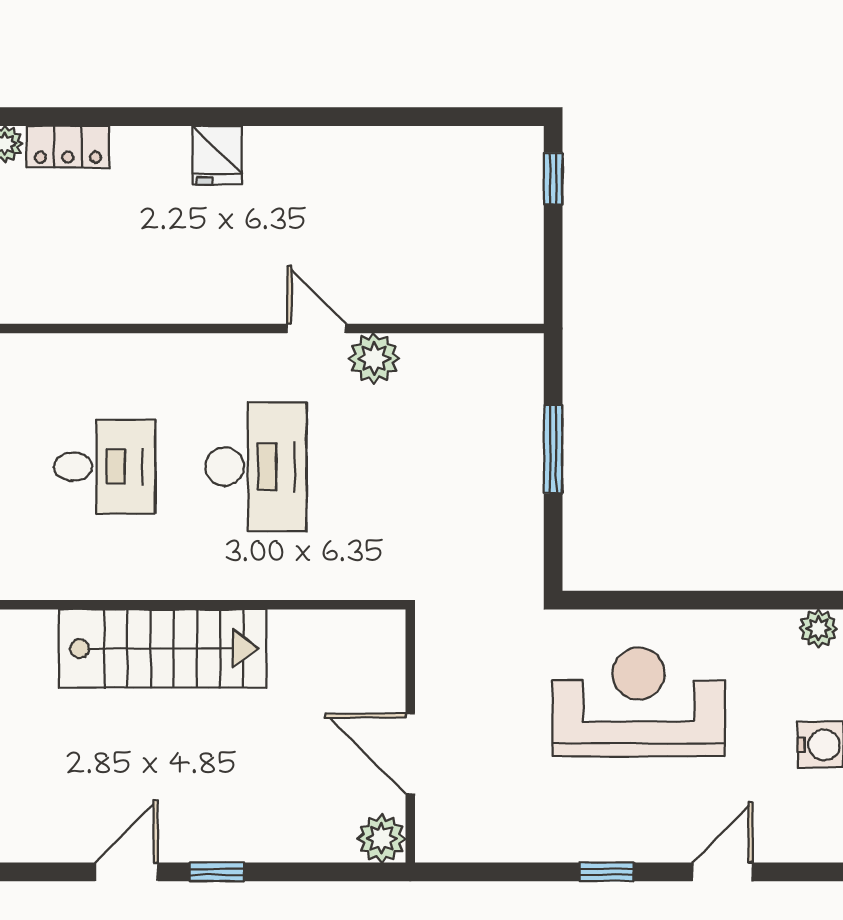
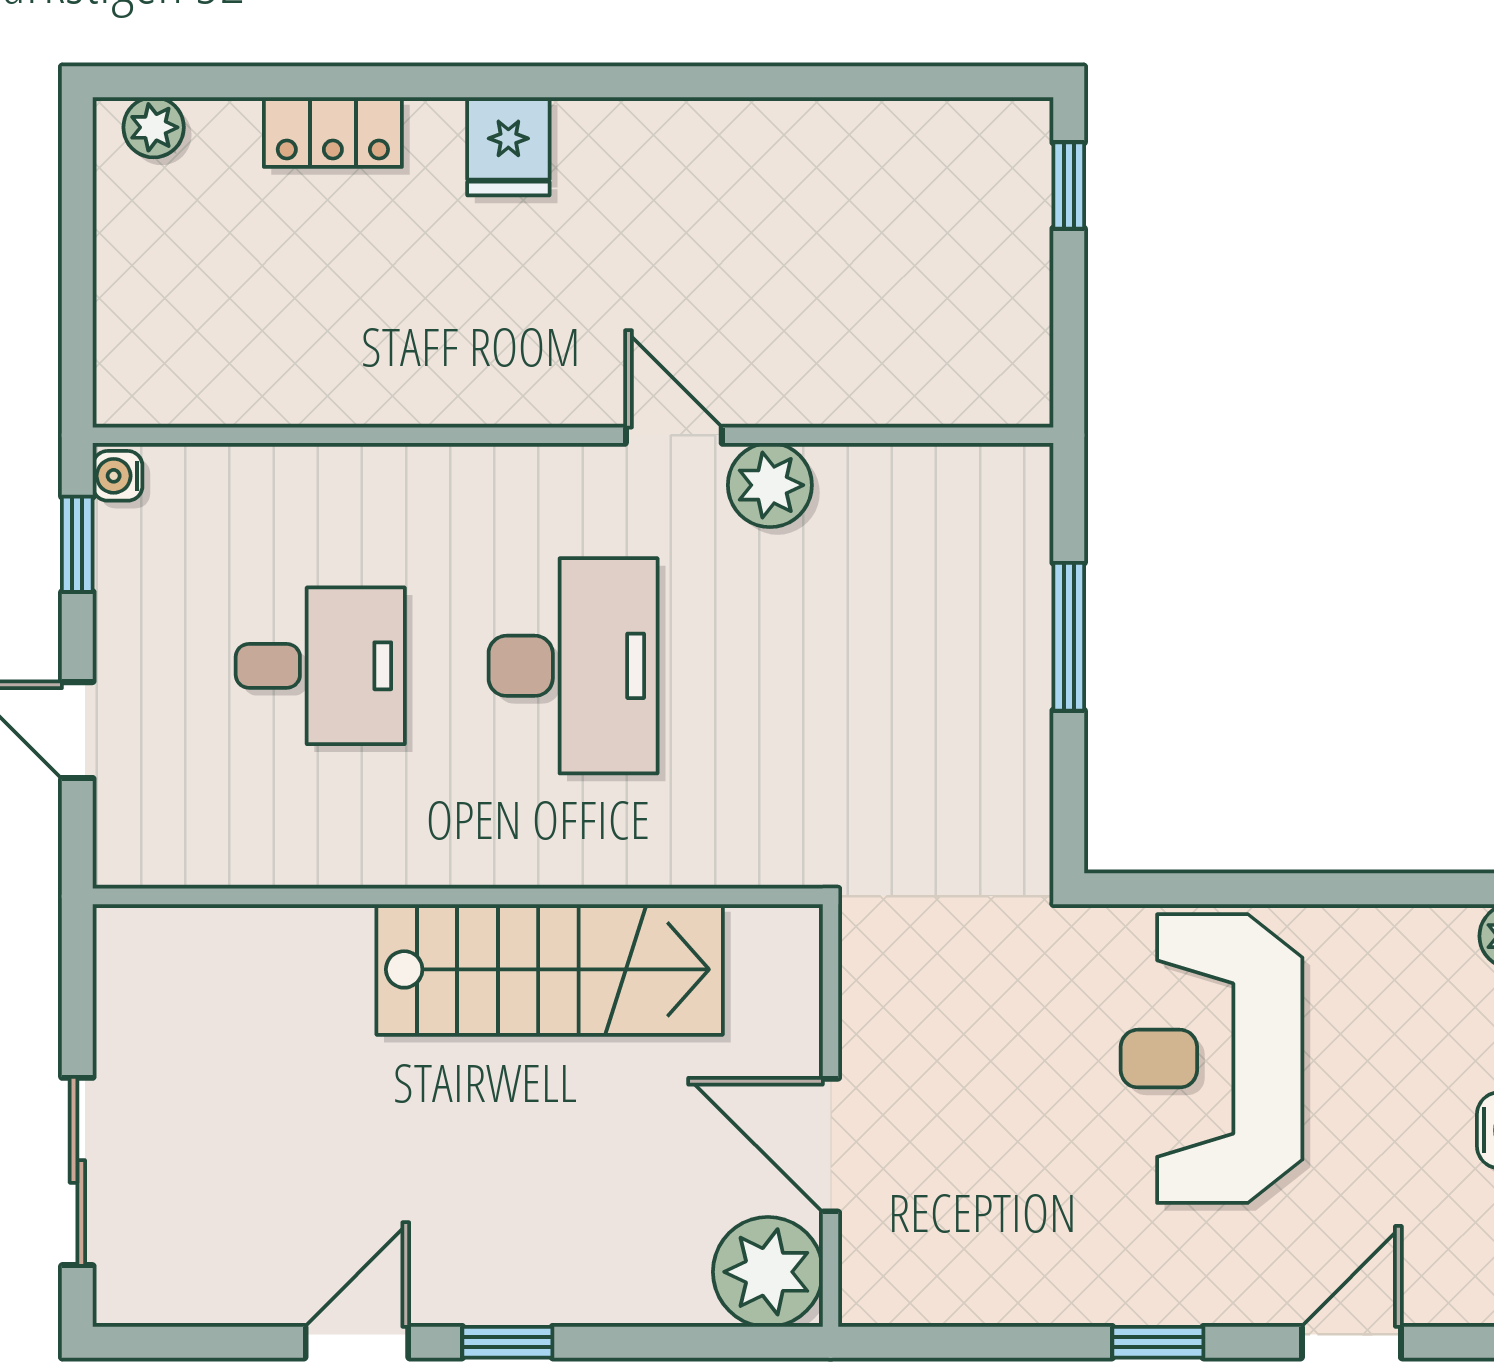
locker: (68, 147) -> (333, 132), moved
stairs: (163, 649) -> (550, 969), moved
reception desk: (639, 702) -> (1212, 1059), turned -90
plant: (382, 838) -> (768, 1272), width x1.36, depth x1.36

